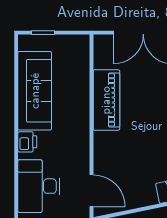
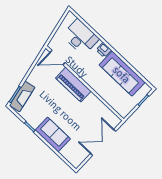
piano: (106, 100) -> (73, 85), moved

